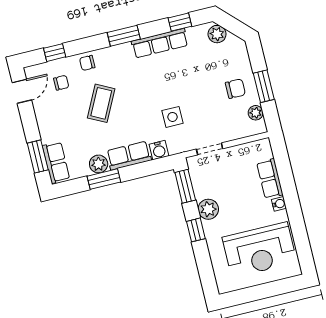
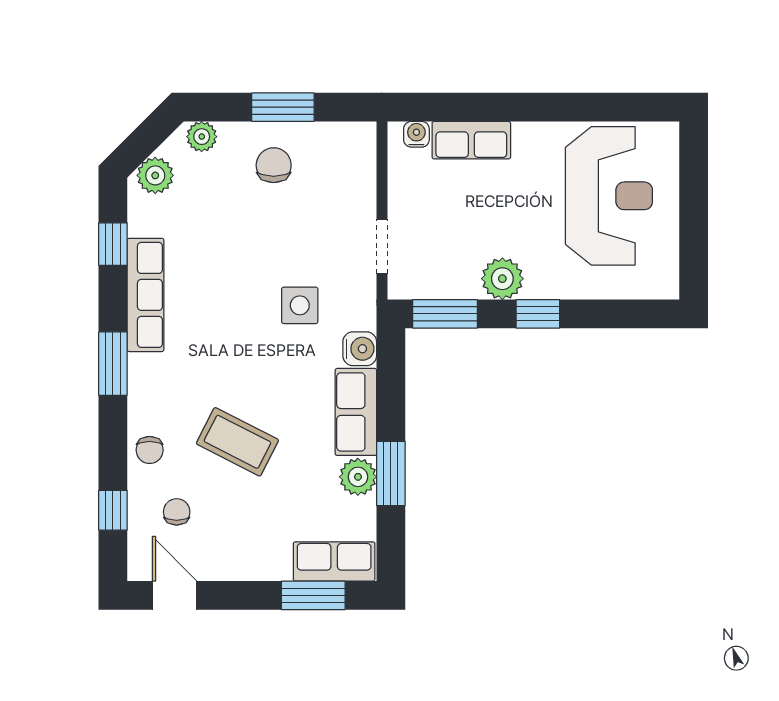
plant: (256, 113) -> (202, 137), moved
water cooler: (279, 204) -> (416, 134), moved

